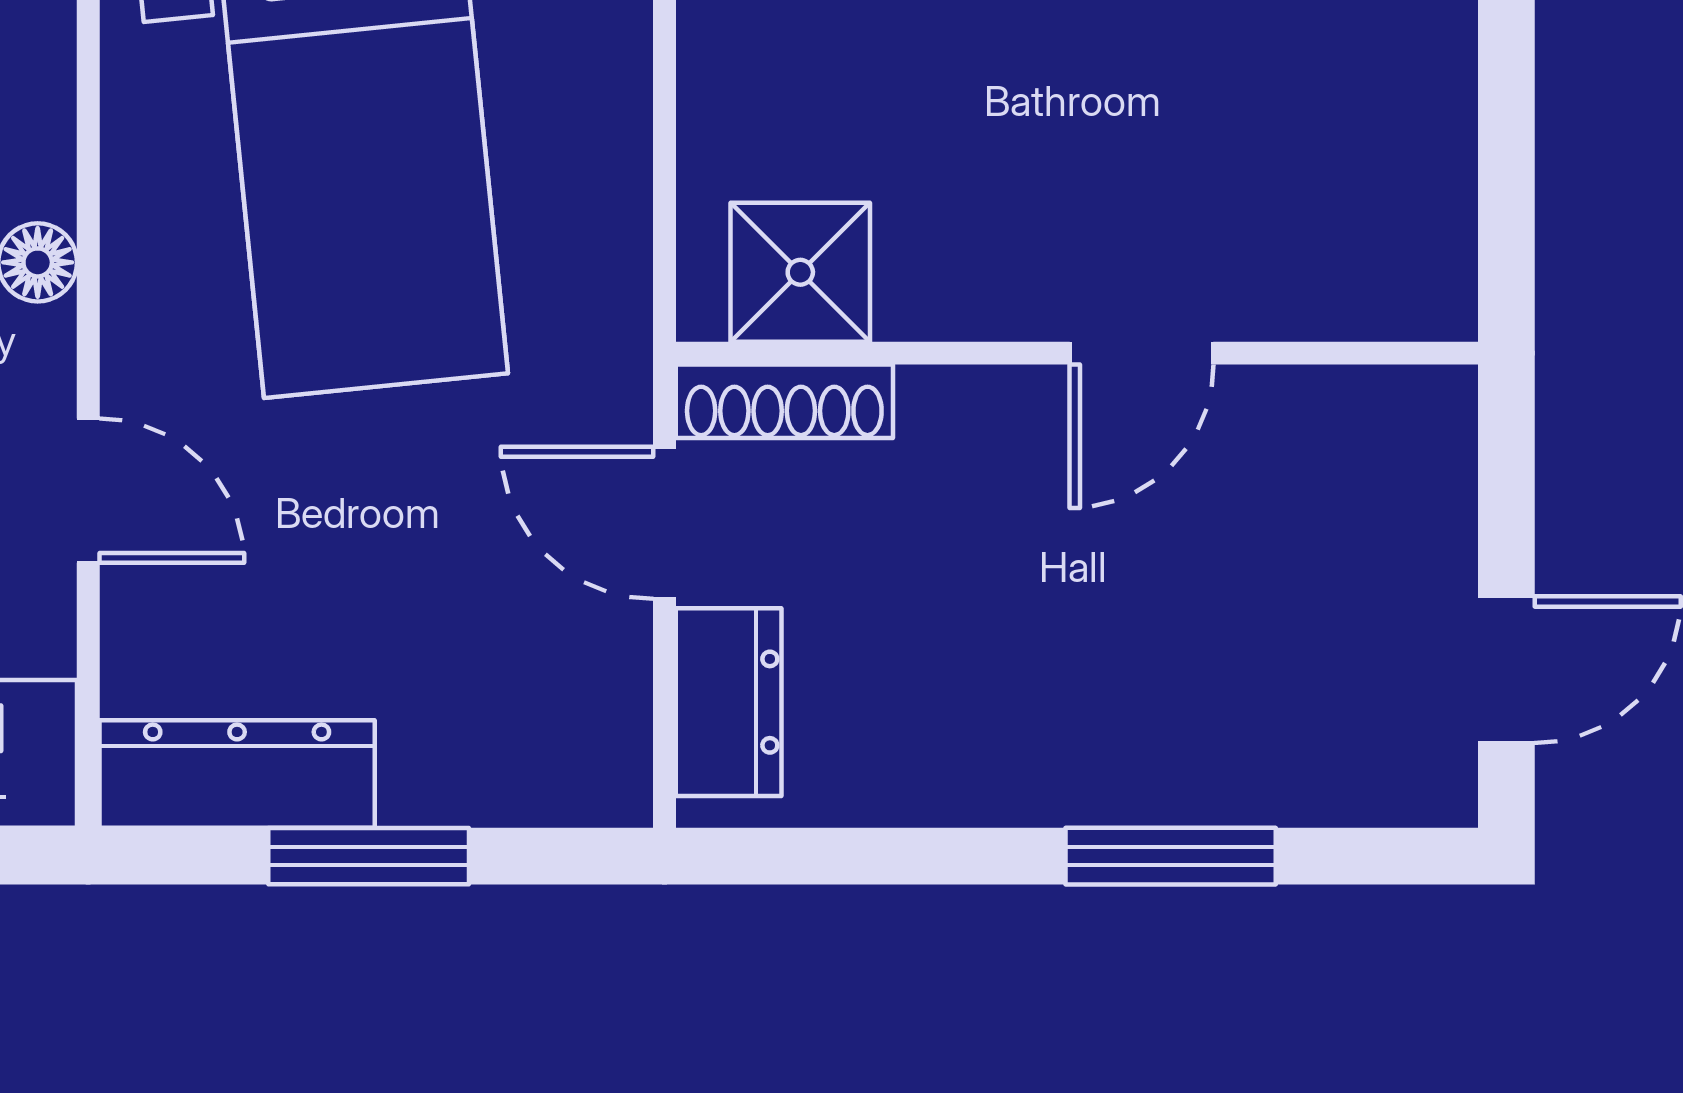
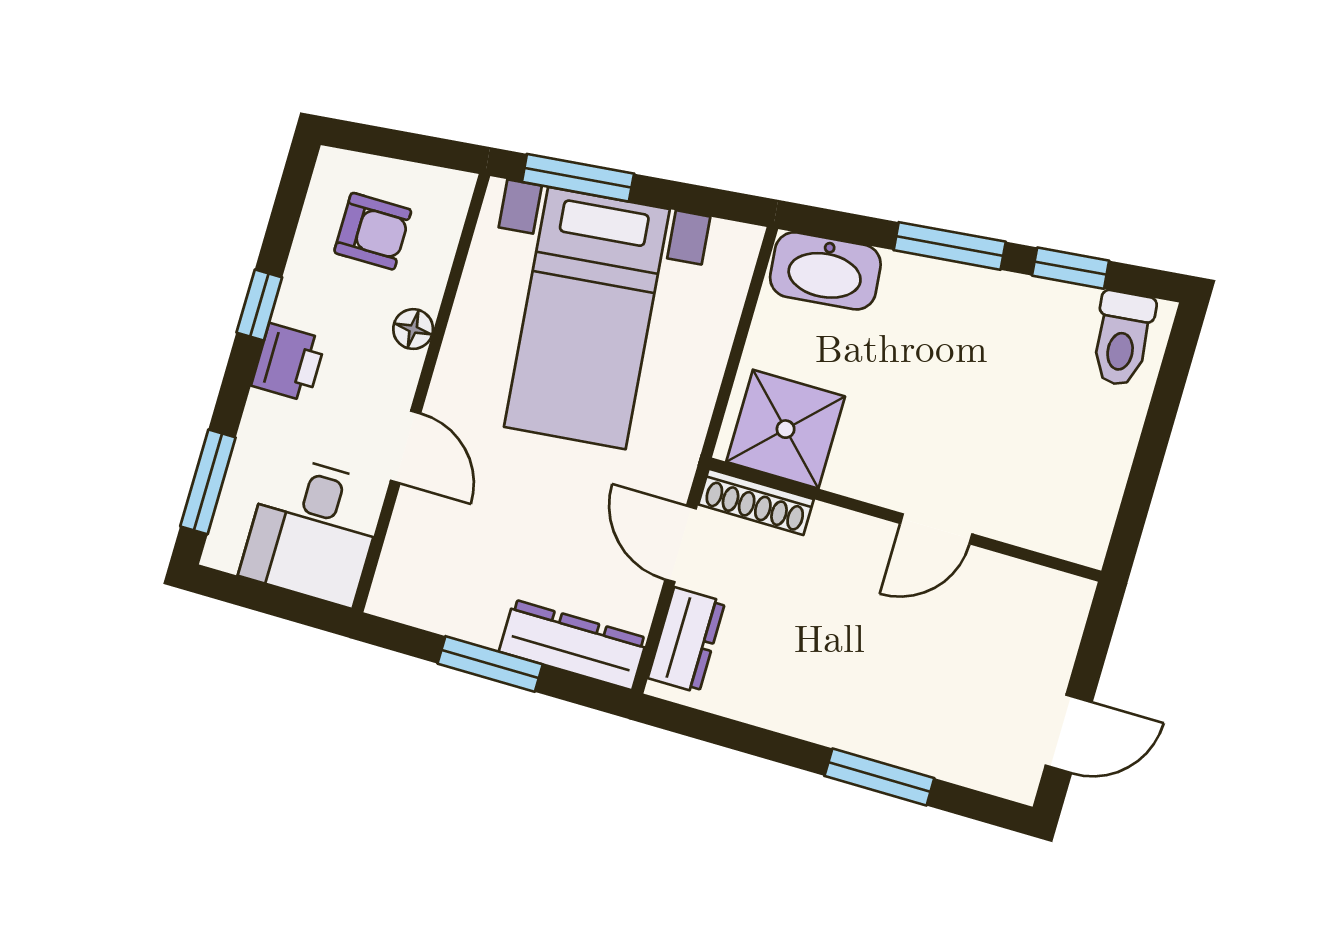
shower: (800, 272) -> (786, 429), width x1.36, depth x1.36
dresser: (237, 774) -> (573, 645), moved

